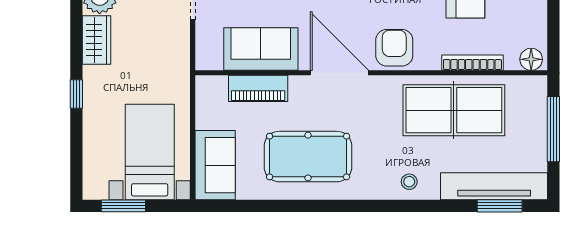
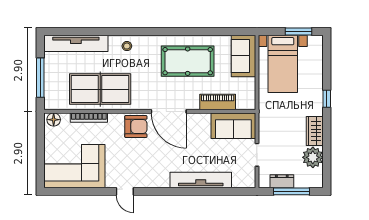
armchair: (394, 48) -> (136, 127), turned -90
sofa: (261, 49) -> (233, 126), moved
window: (500, 206) -> (73, 31), removed

